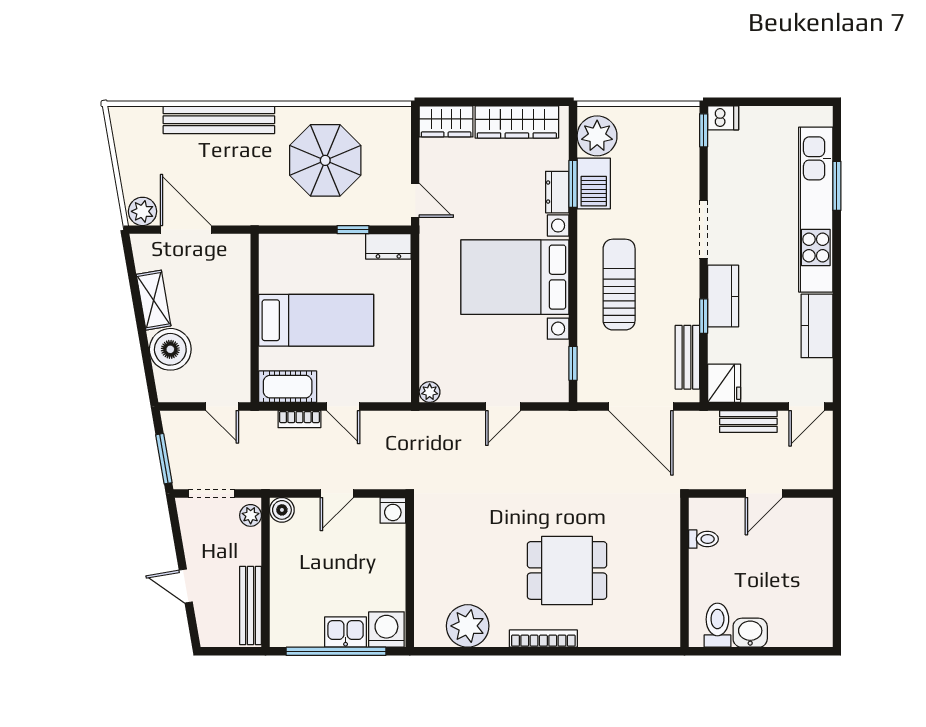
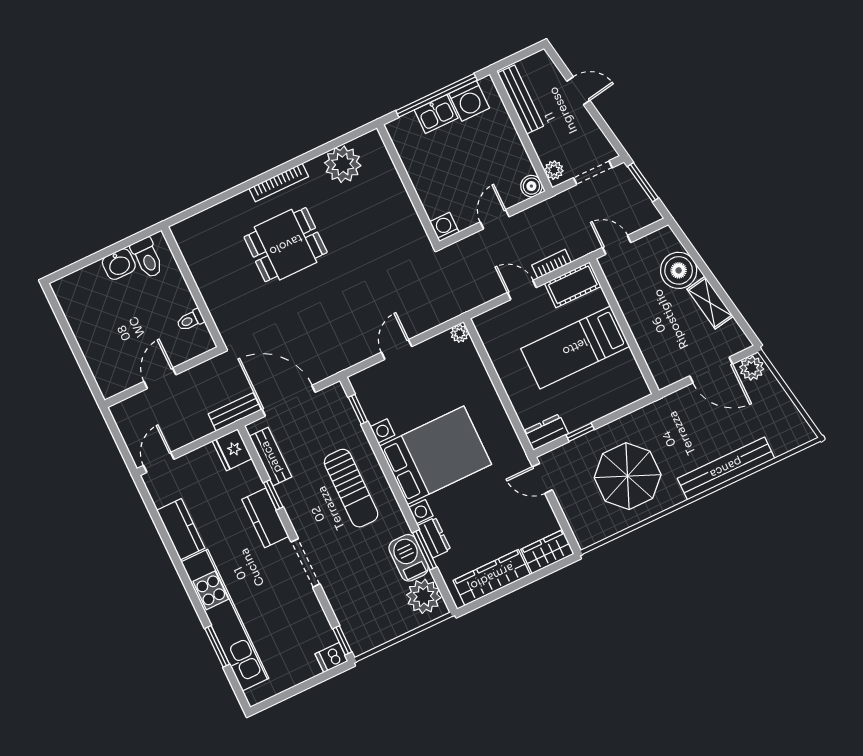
bench: (748, 422) -> (235, 412), moved
washing machine: (386, 630) -> (469, 101), moved

